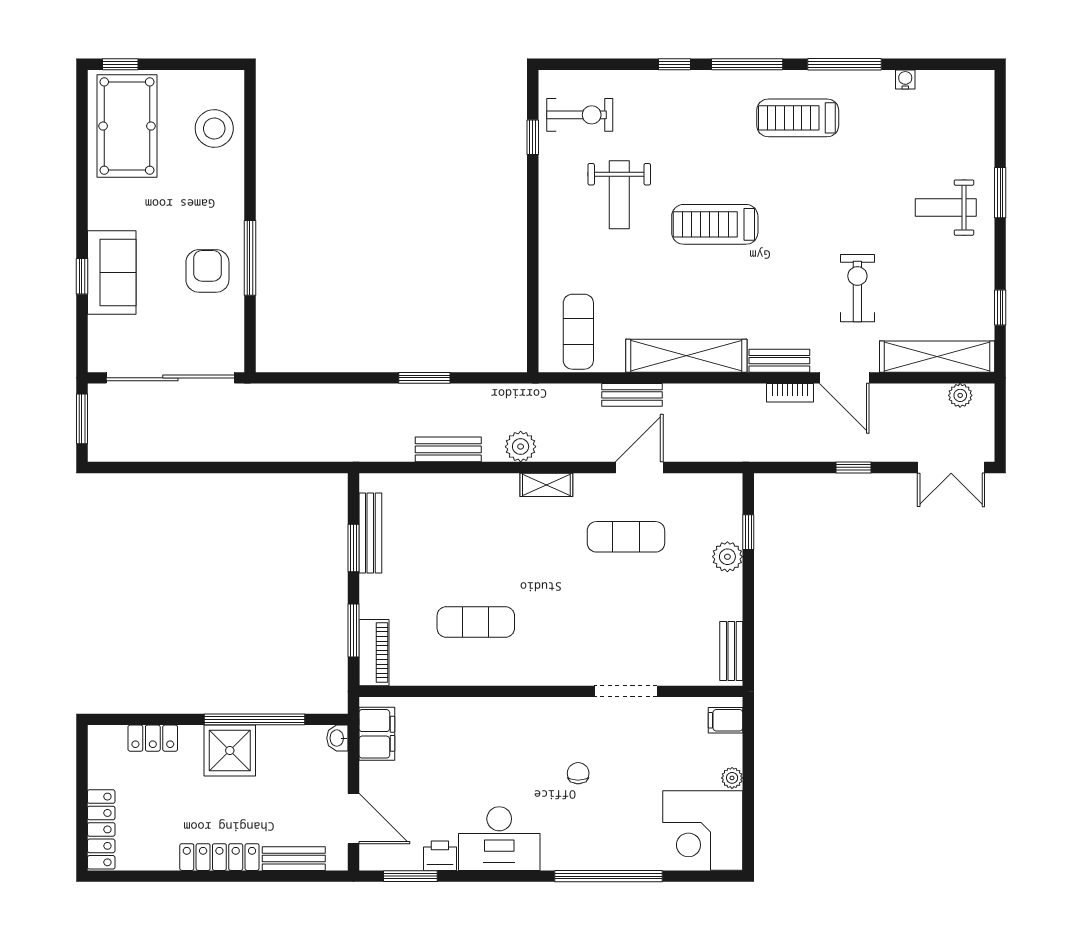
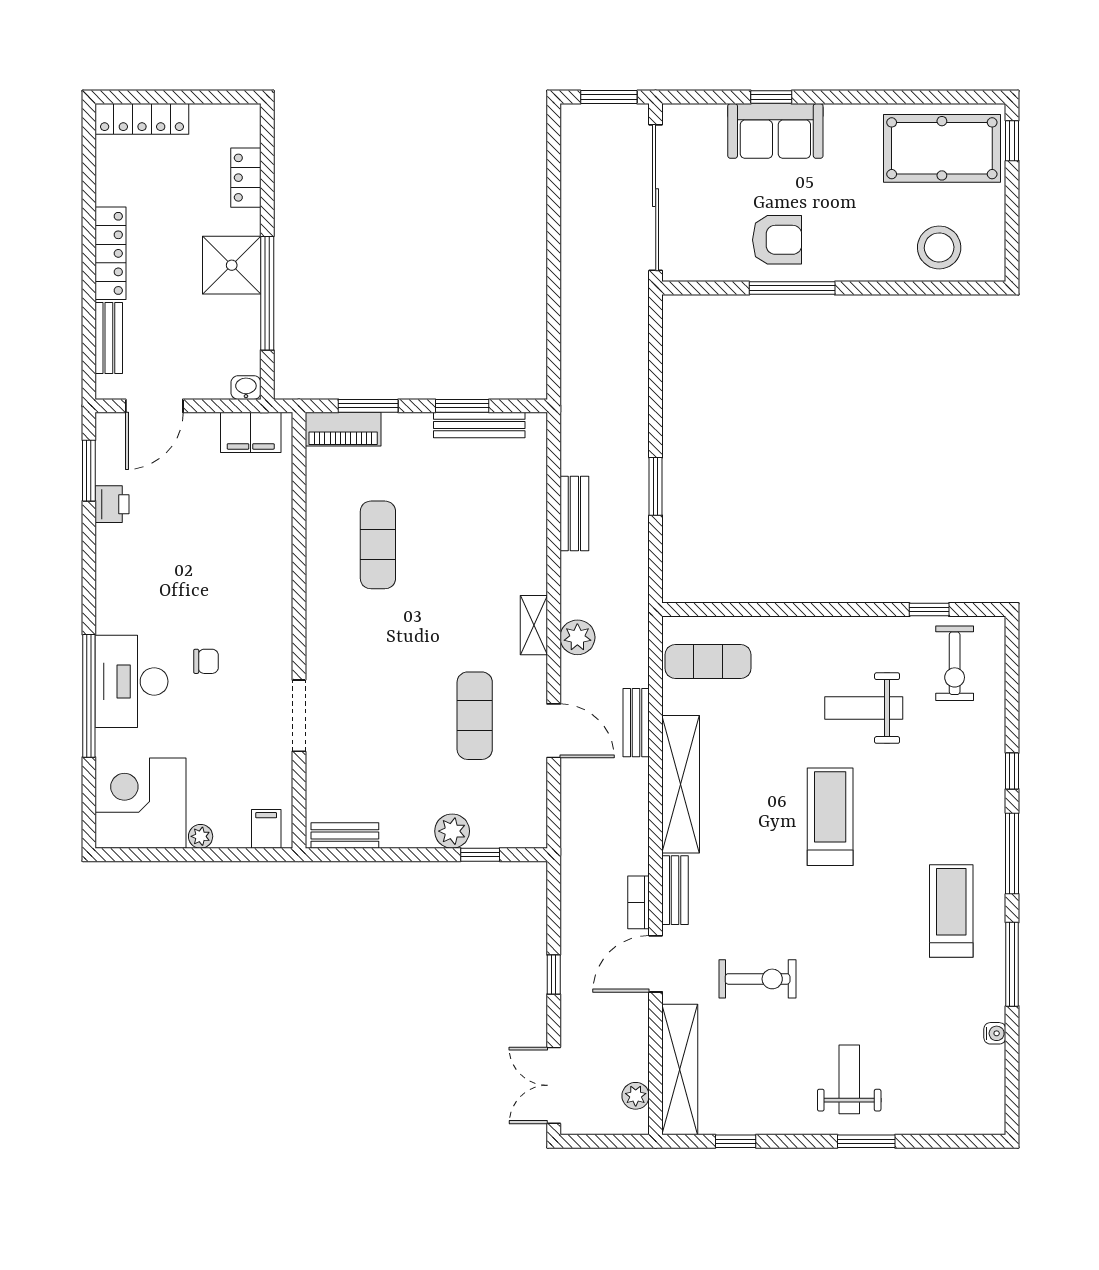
plant: (521, 447) -> (577, 637), moved
desk: (499, 839) -> (132, 681), moved

